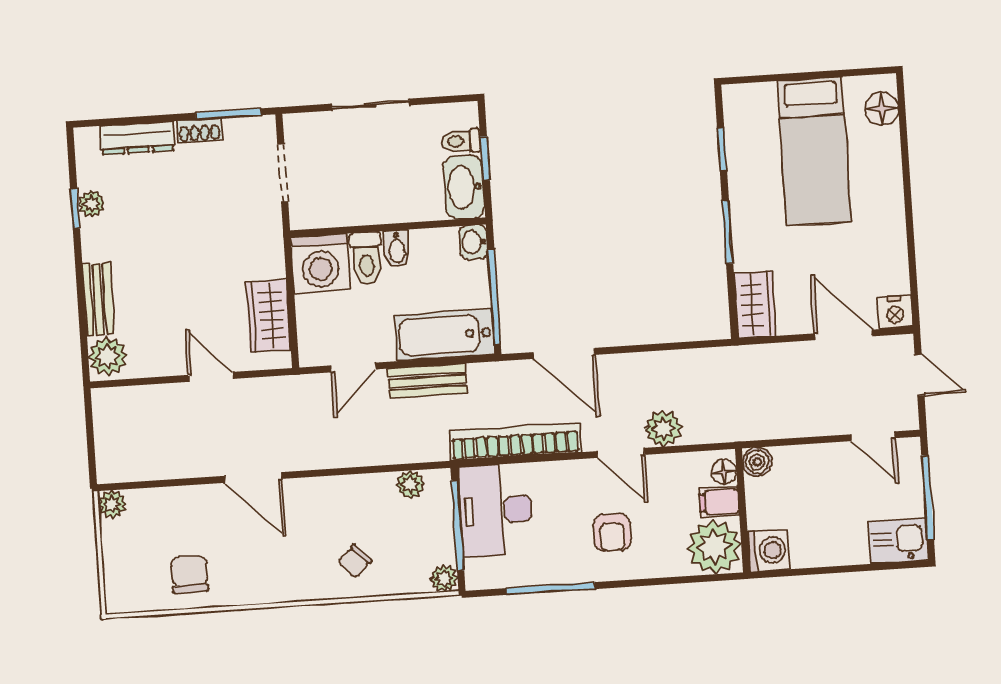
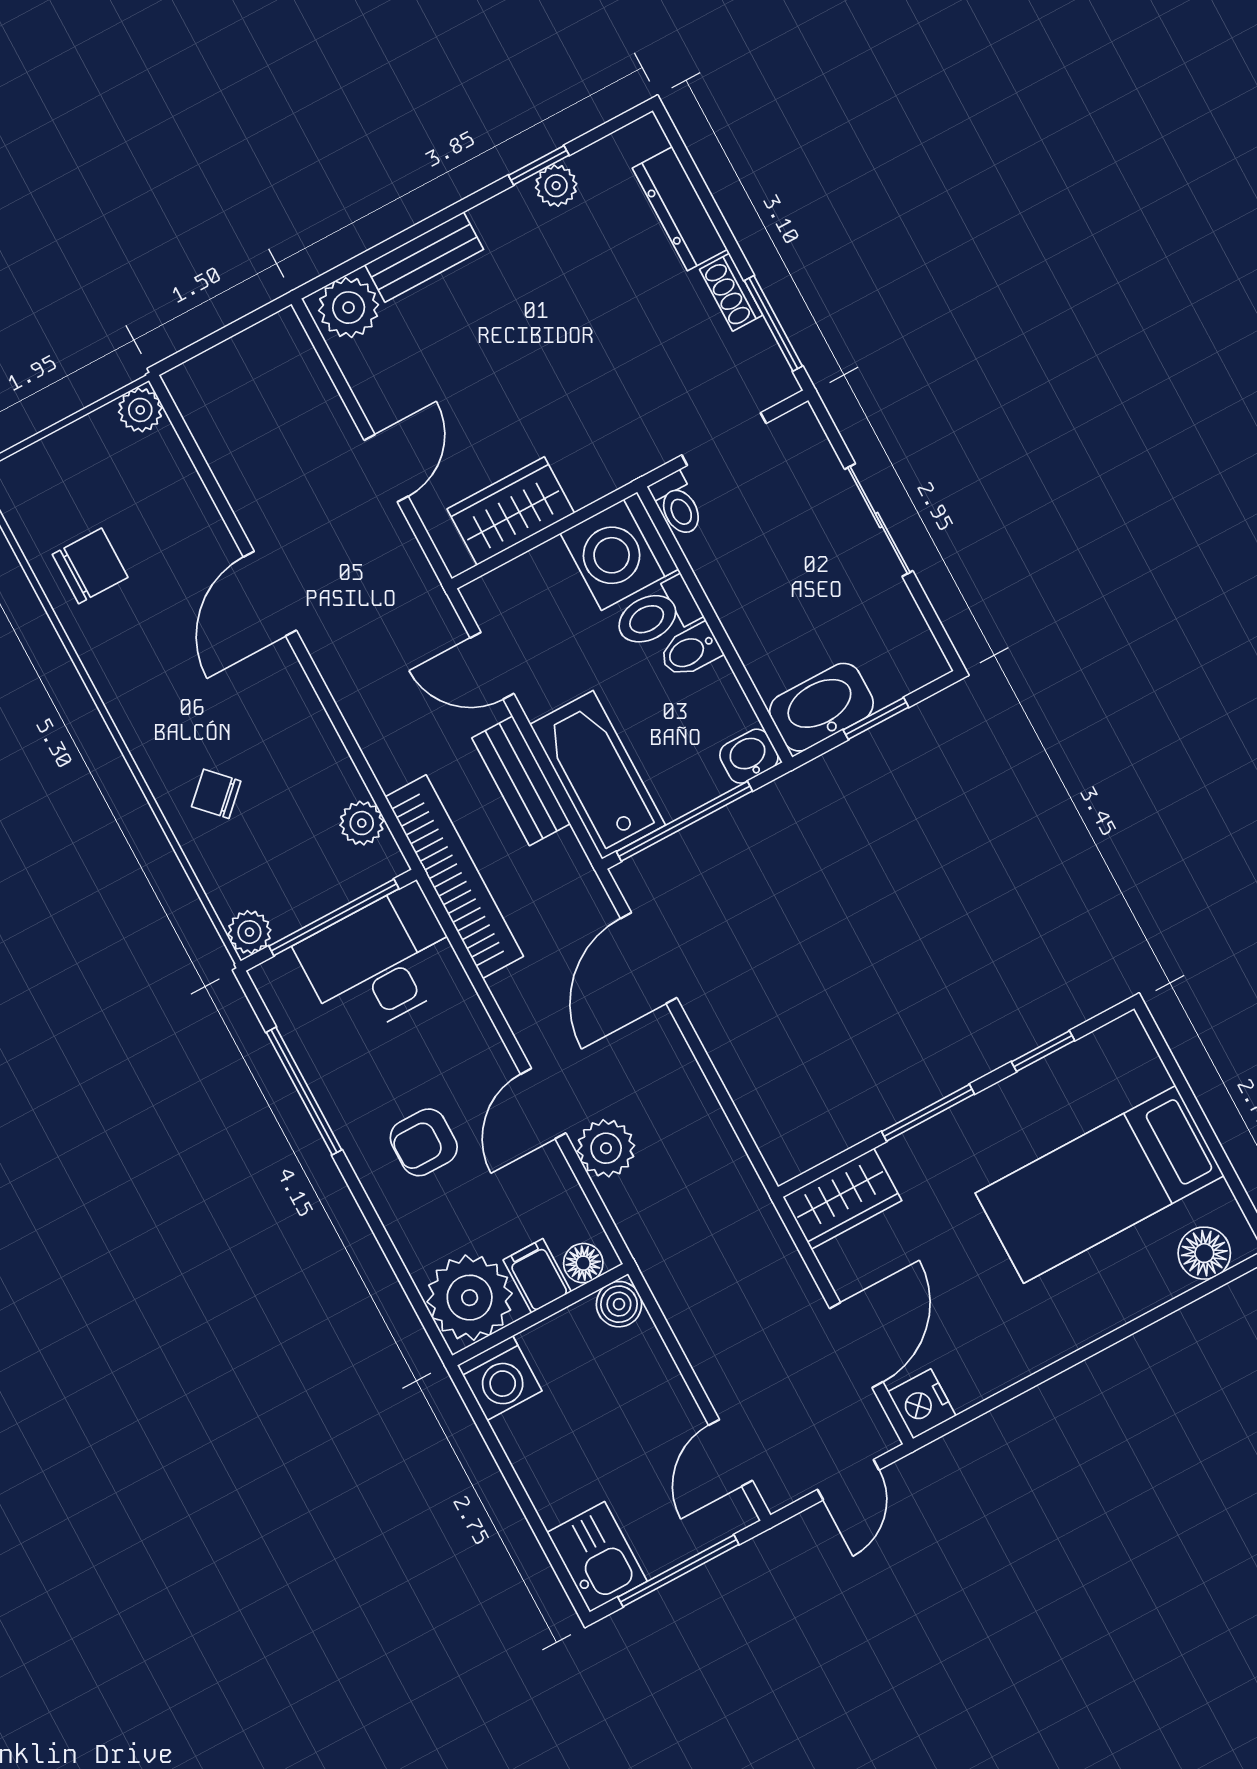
toilet: (461, 141) -> (677, 504), moved, turned 180
bookcase: (515, 442) -> (454, 877), moved

